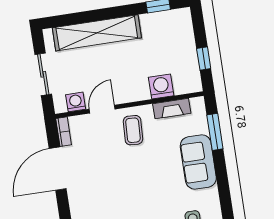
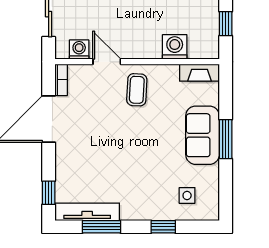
door: (102, 109) -> (107, 62), hinge flipped
fireplace: (172, 109) -> (200, 73), moved
window: (215, 132) -> (226, 139), moved

